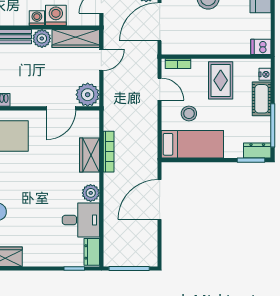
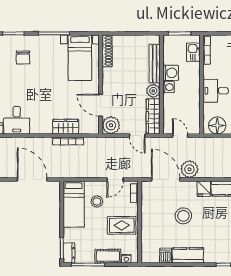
washing machine: (56, 15) -> (171, 73), moved
dishwasher: (261, 47) -> (166, 256), moved
plant: (91, 193) -> (37, 128), removed

